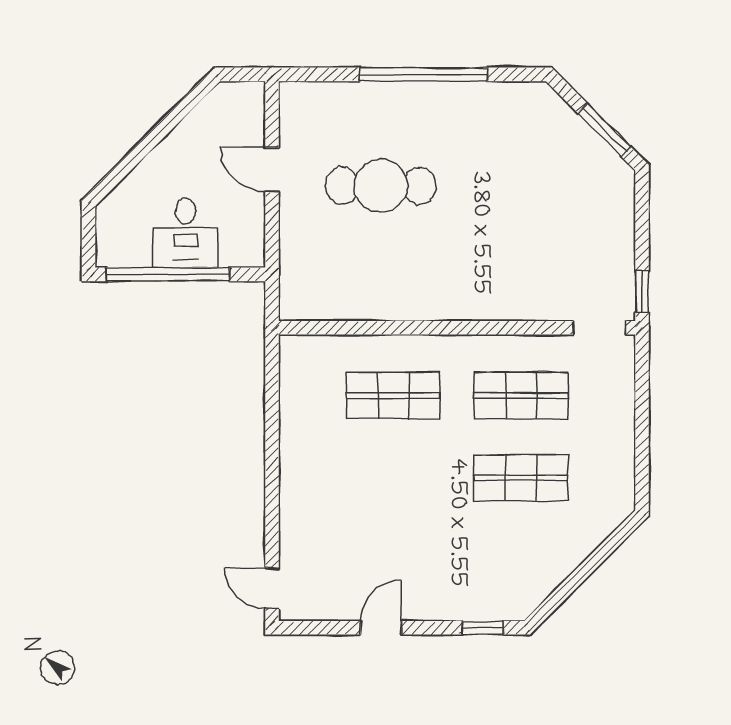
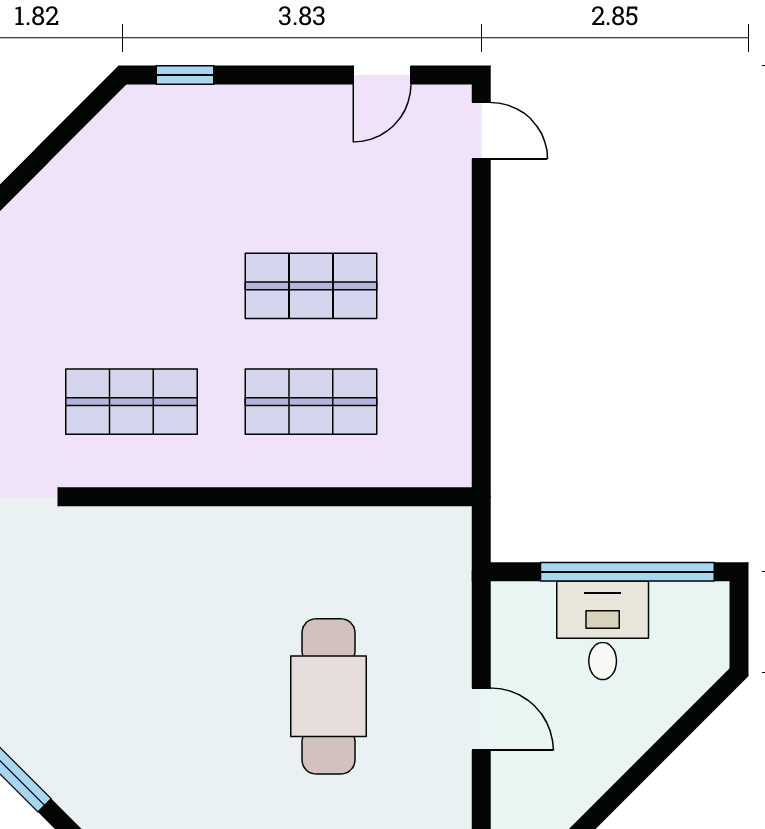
cafe table: (381, 186) -> (328, 696), turned 90
shop shelf: (521, 478) -> (311, 286), moved
door: (381, 628) -> (382, 75), moved

